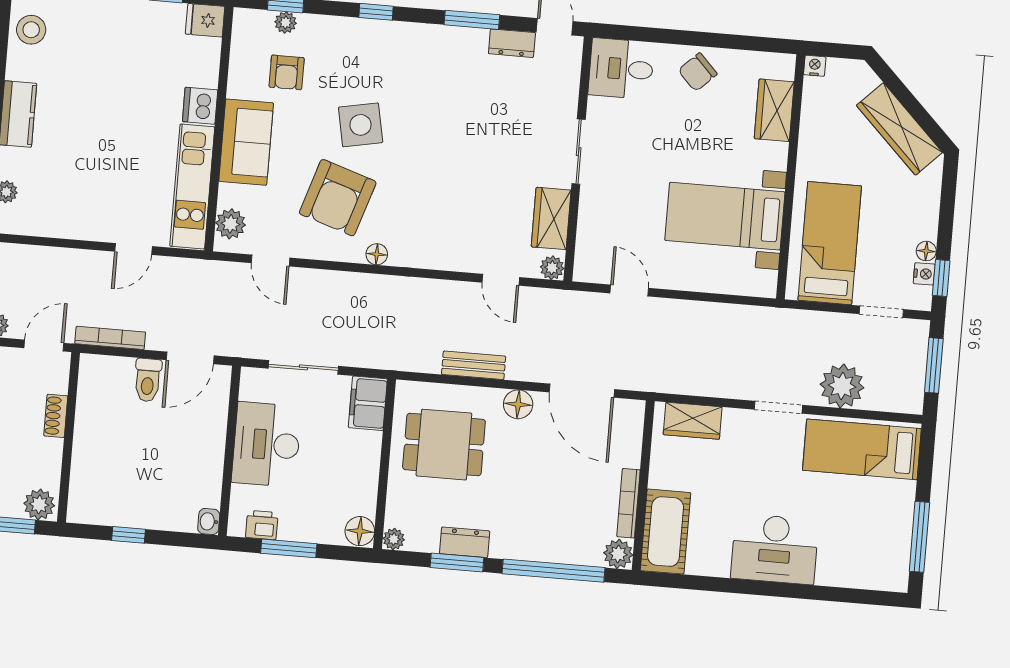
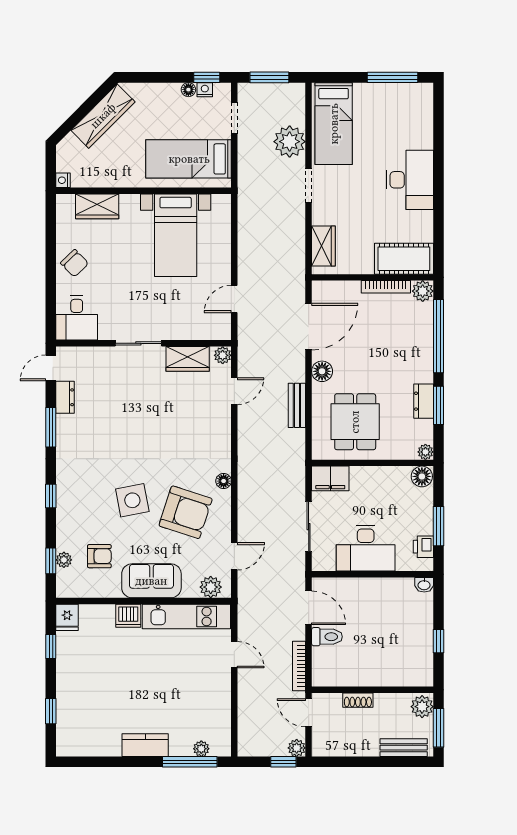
stool: (31, 30) -> (84, 741), removed

